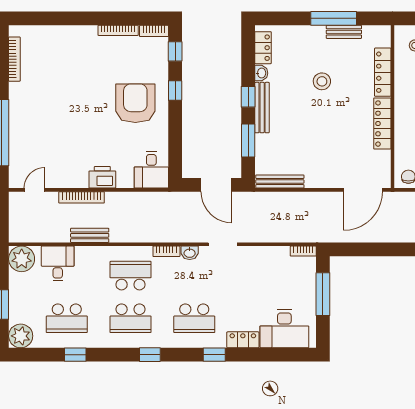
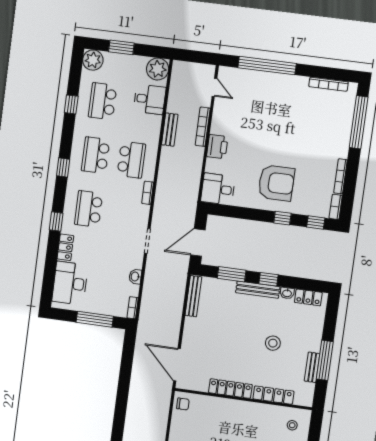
window: (54, 18) -> (359, 122), added
washbasin: (190, 253) -> (135, 277), moved

